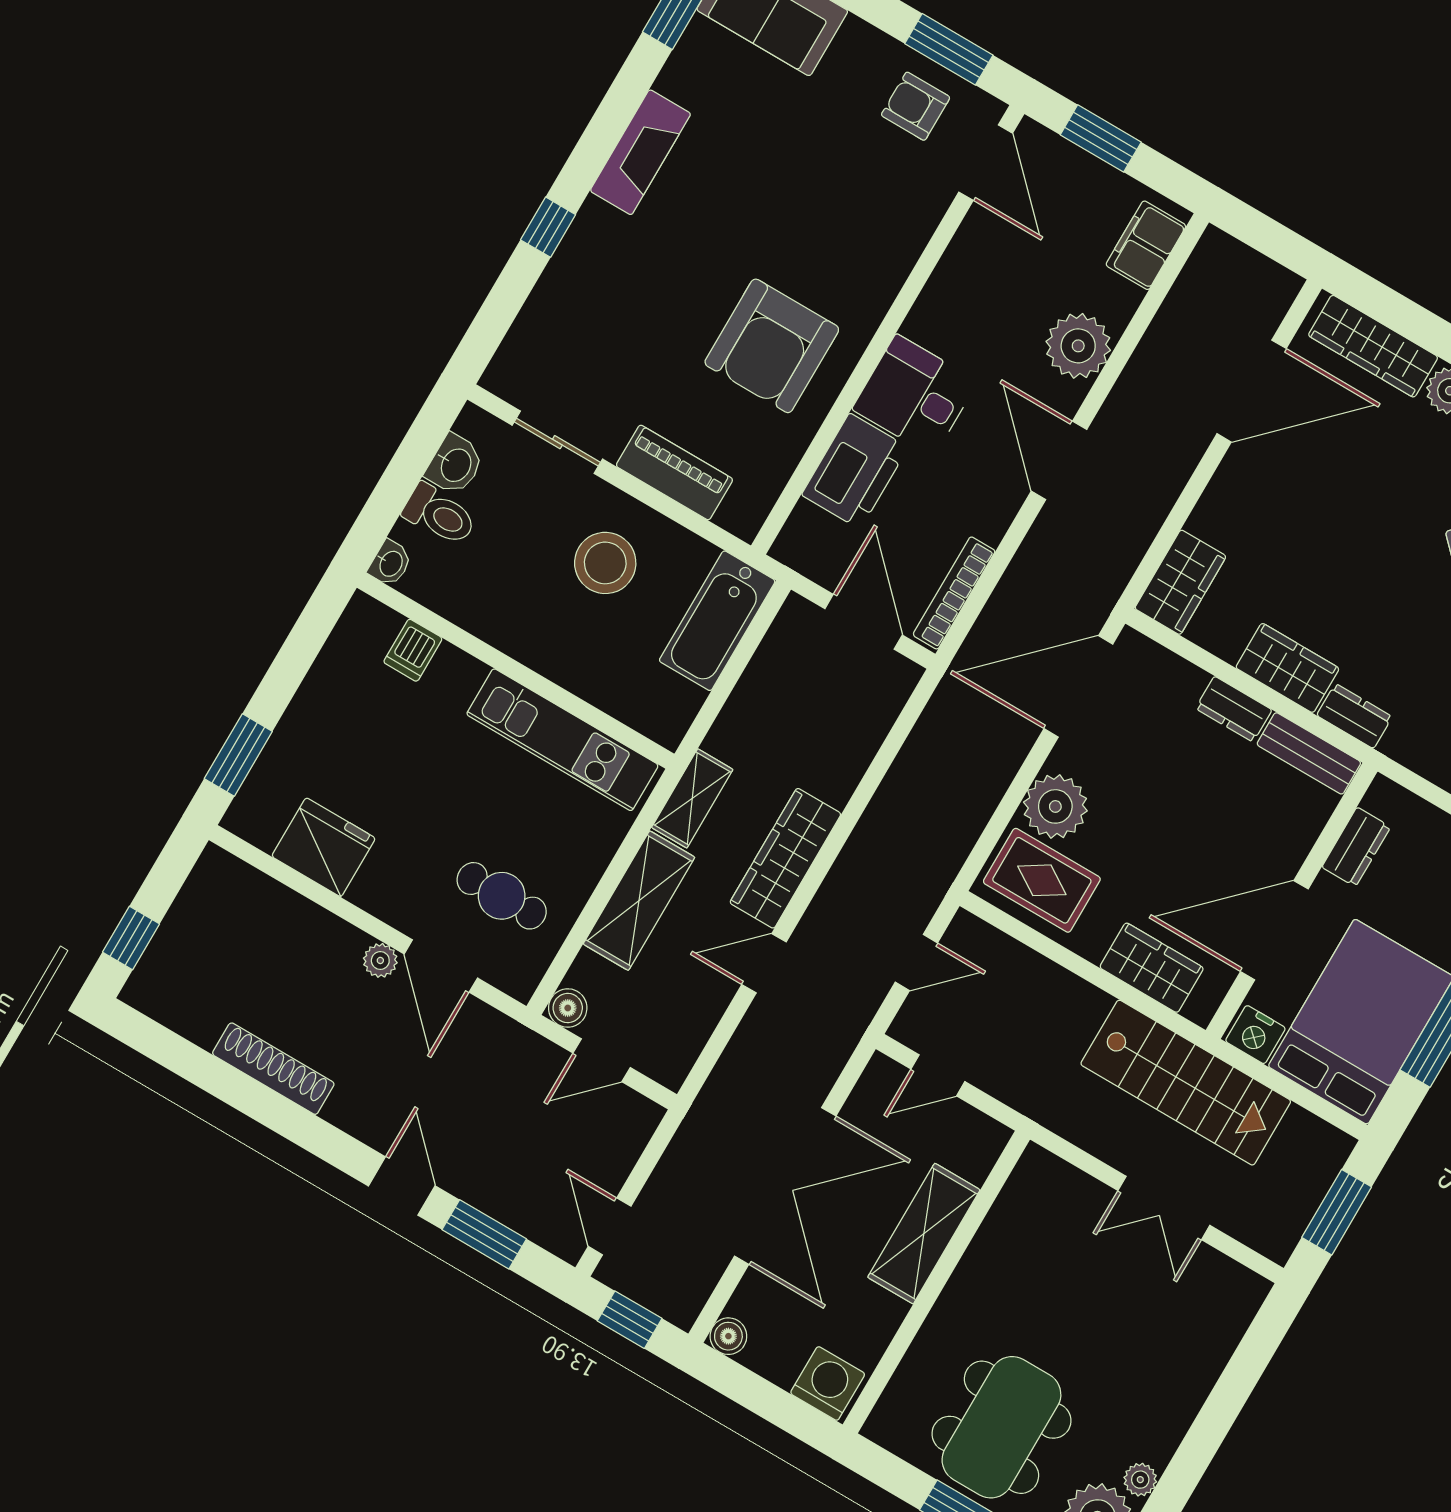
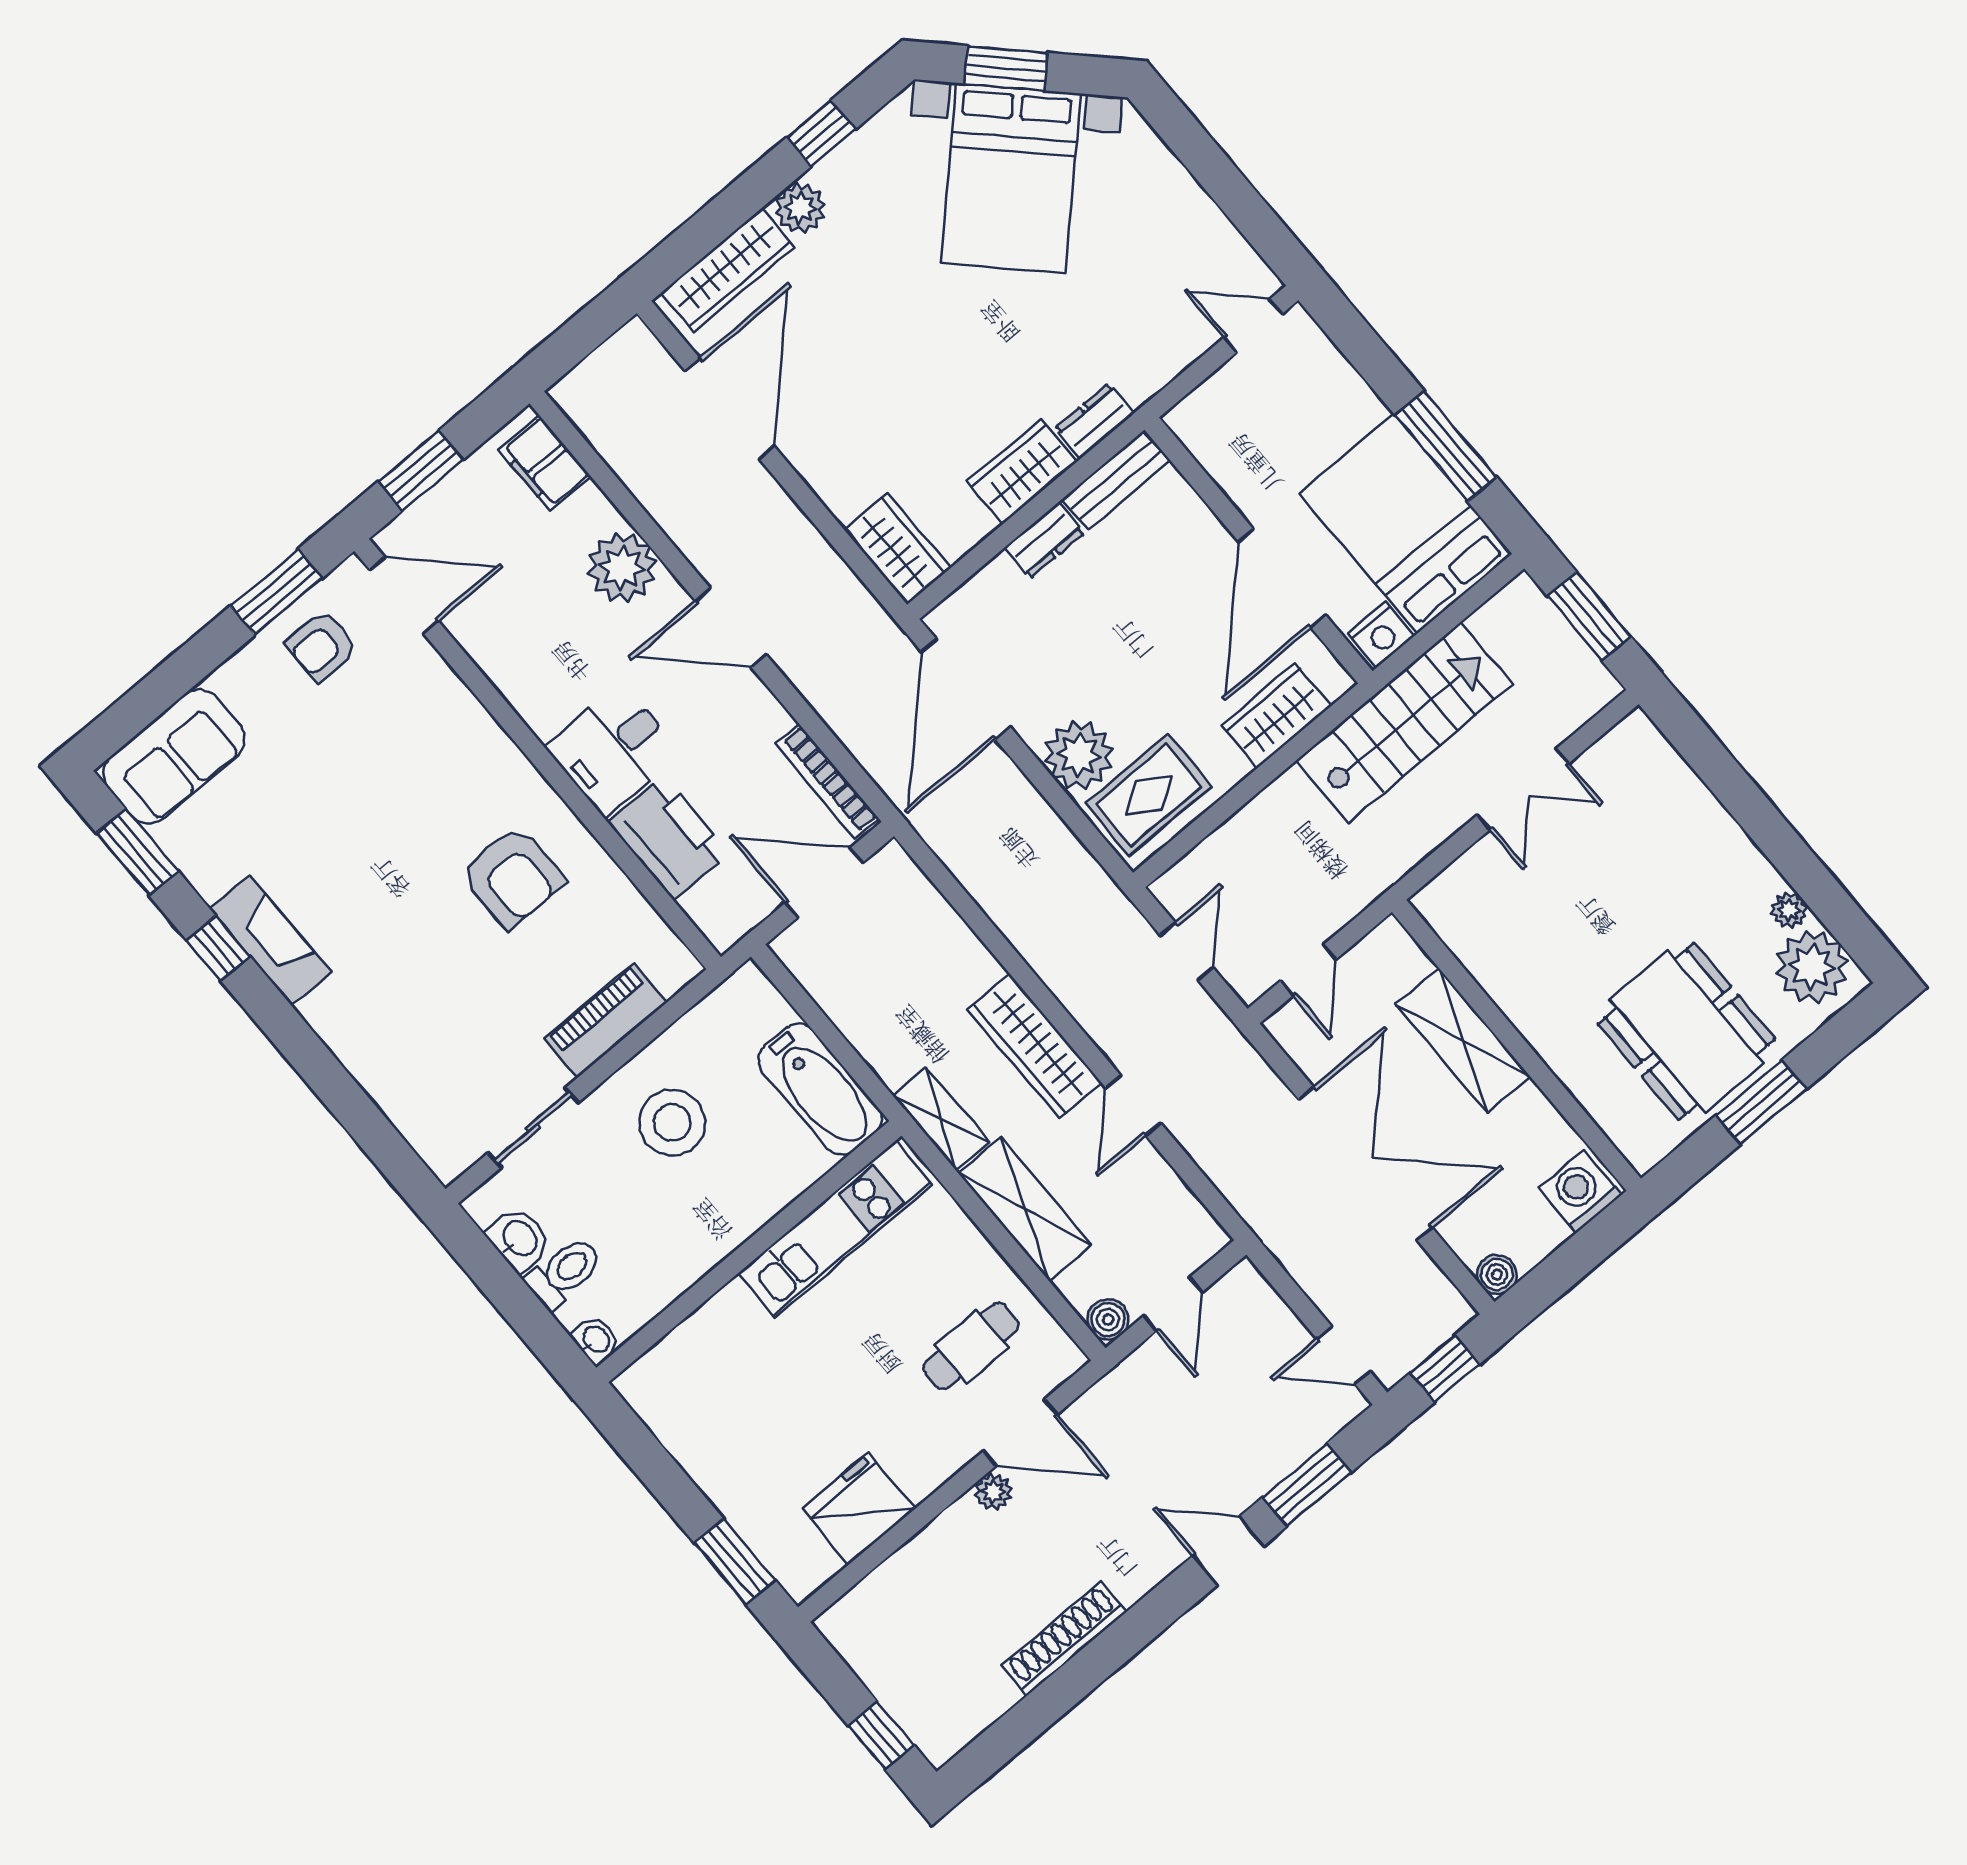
window: (548, 227) -> (218, 948), moved
armchair: (772, 346) -> (512, 877), width x0.73, depth x0.73
bathtub: (717, 621) -> (820, 1089), moved
dishwasher: (413, 650) -> (691, 1348), removed
dresser: (1356, 847) -> (1227, 466), removed

